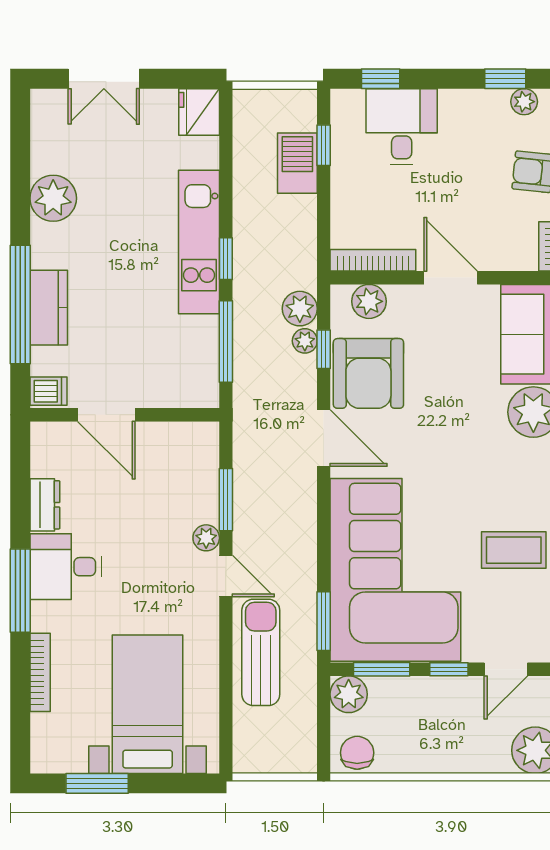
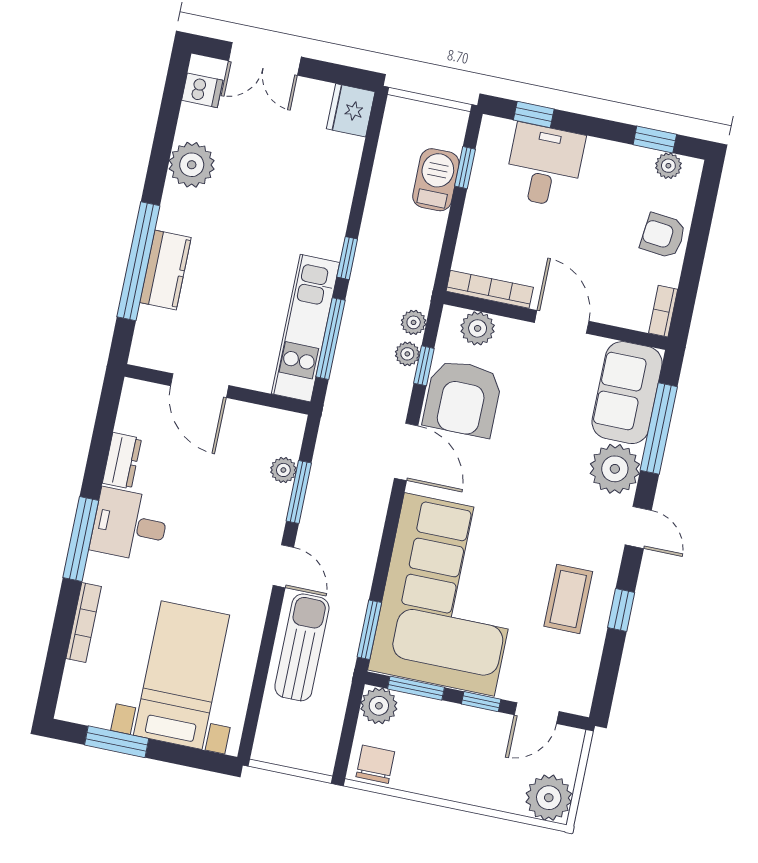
kitchen unit: (199, 242) -> (306, 328), moved
plant: (300, 309) -> (414, 322), width x0.73, depth x0.73
dishwasher: (48, 391) -> (202, 90), moved
plant: (206, 538) -> (283, 470), moved
coffee table: (514, 550) -> (568, 599), turned 90

